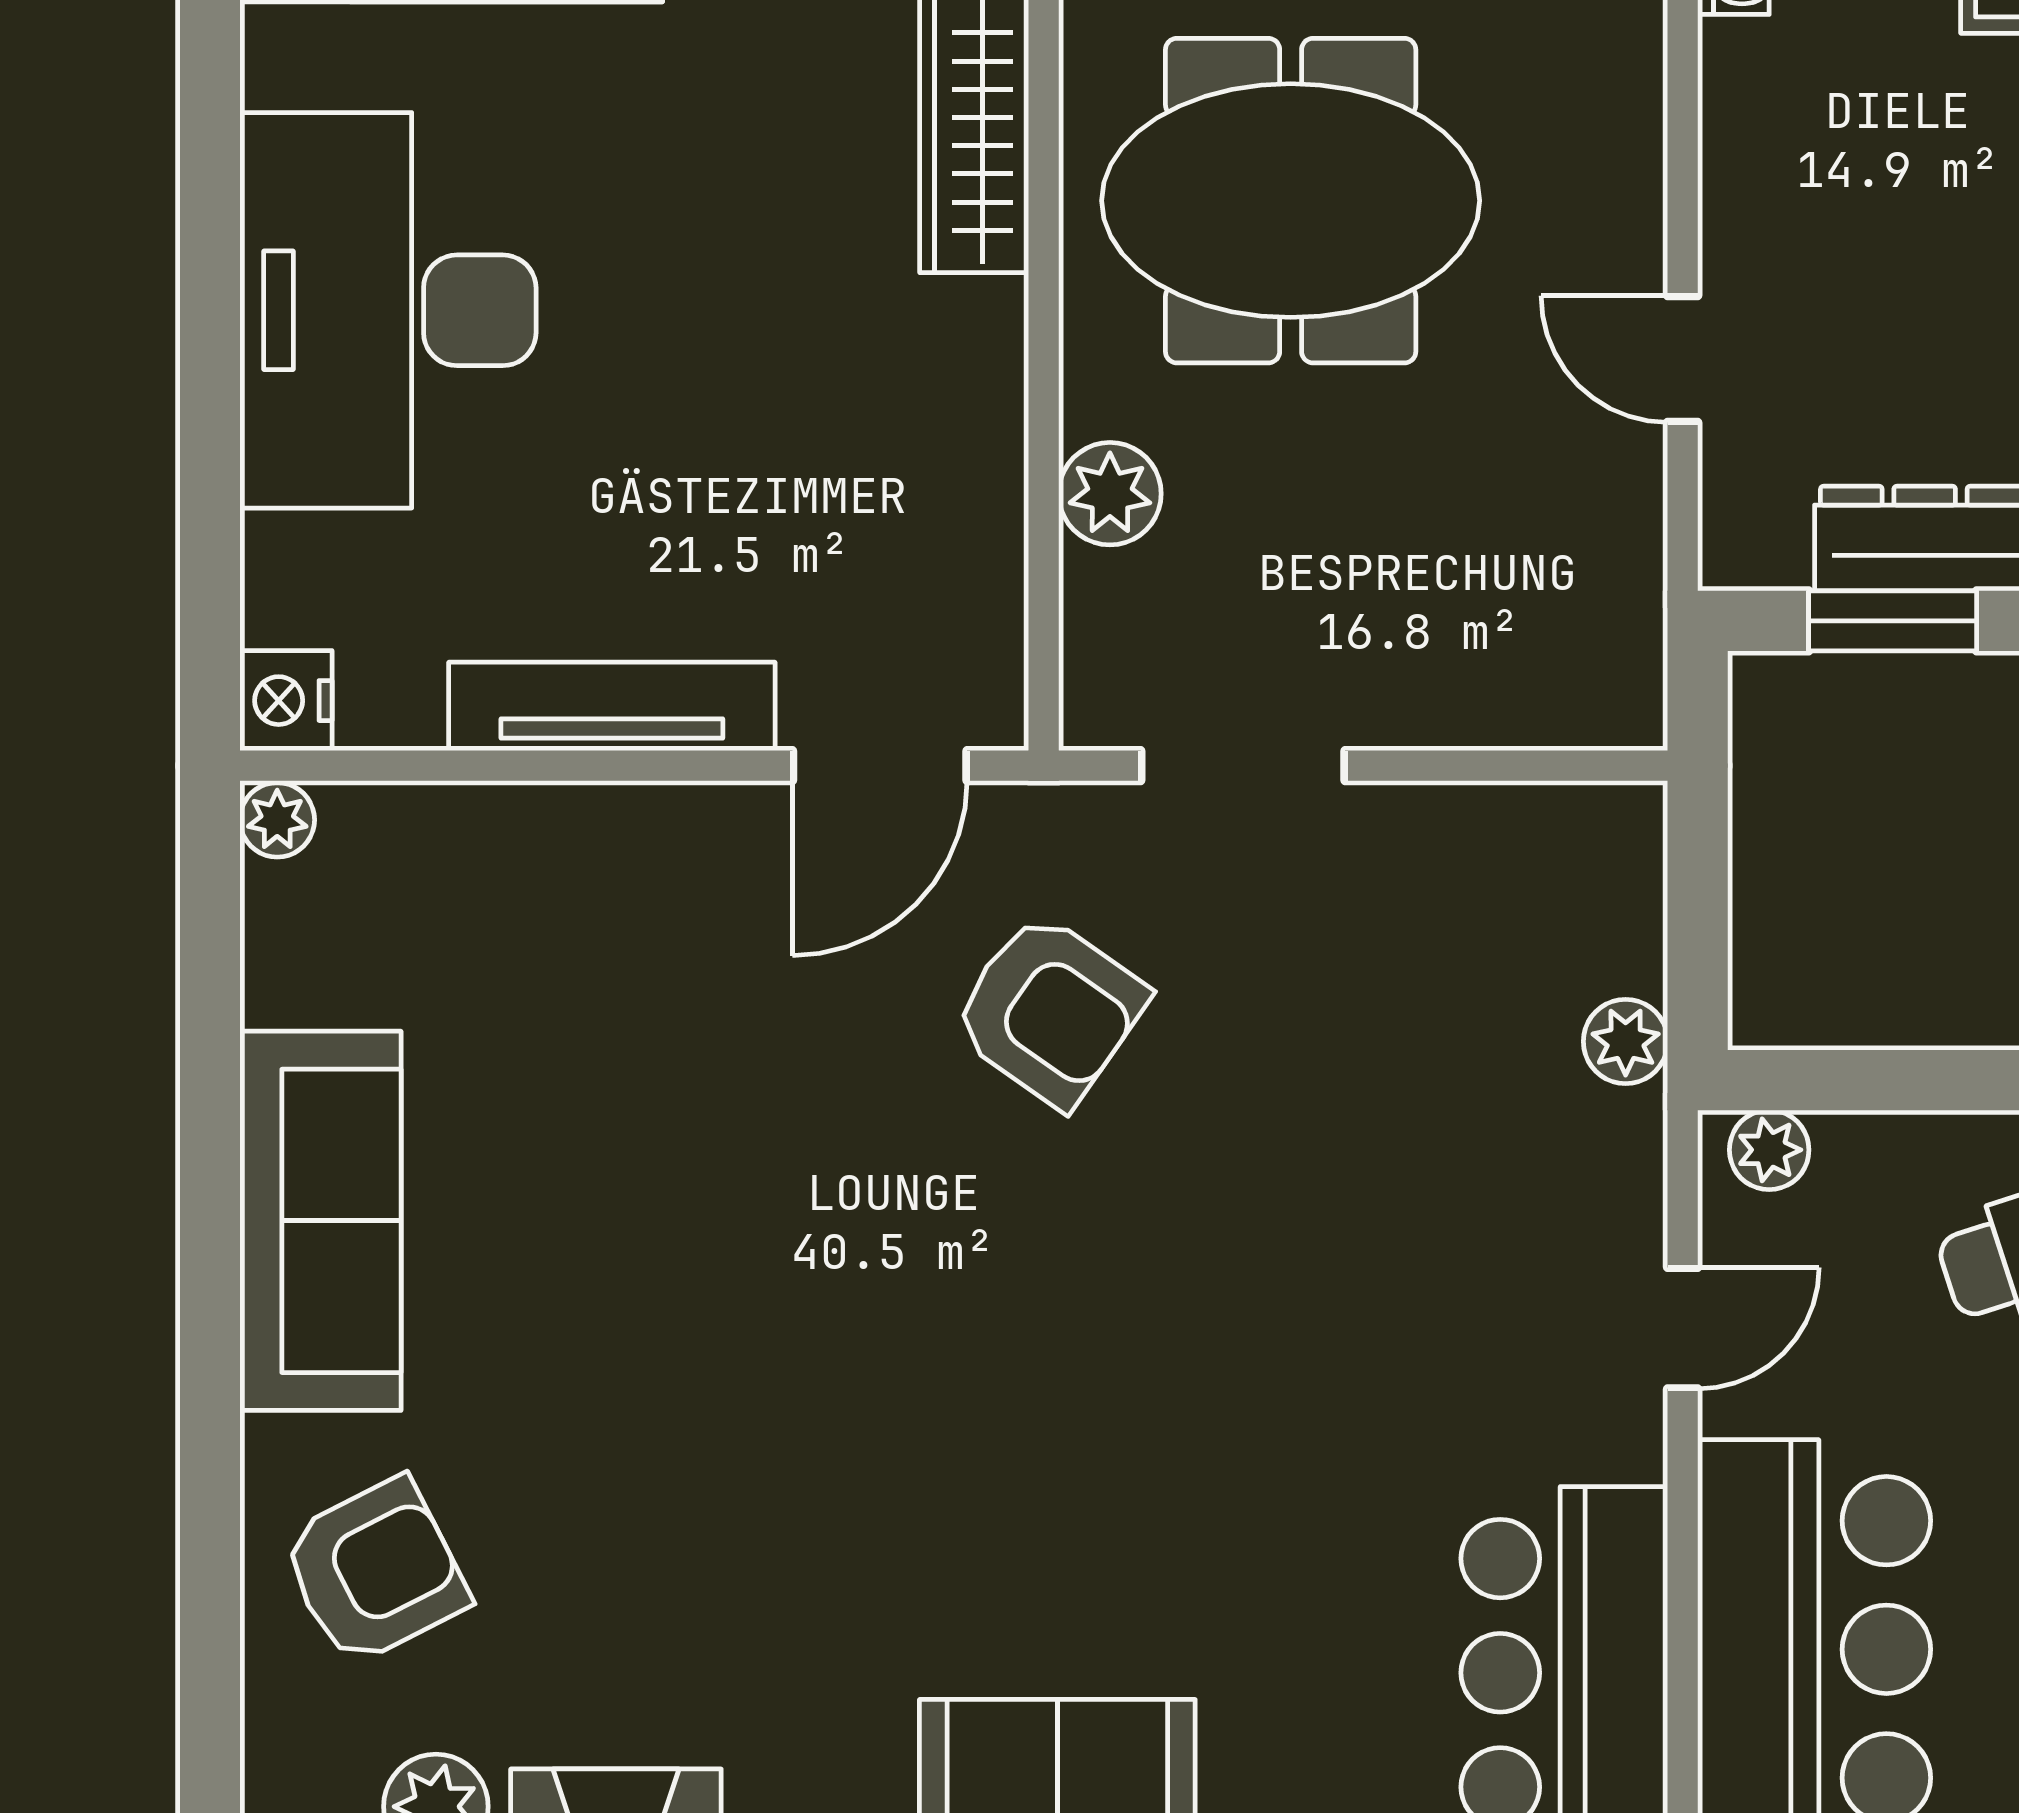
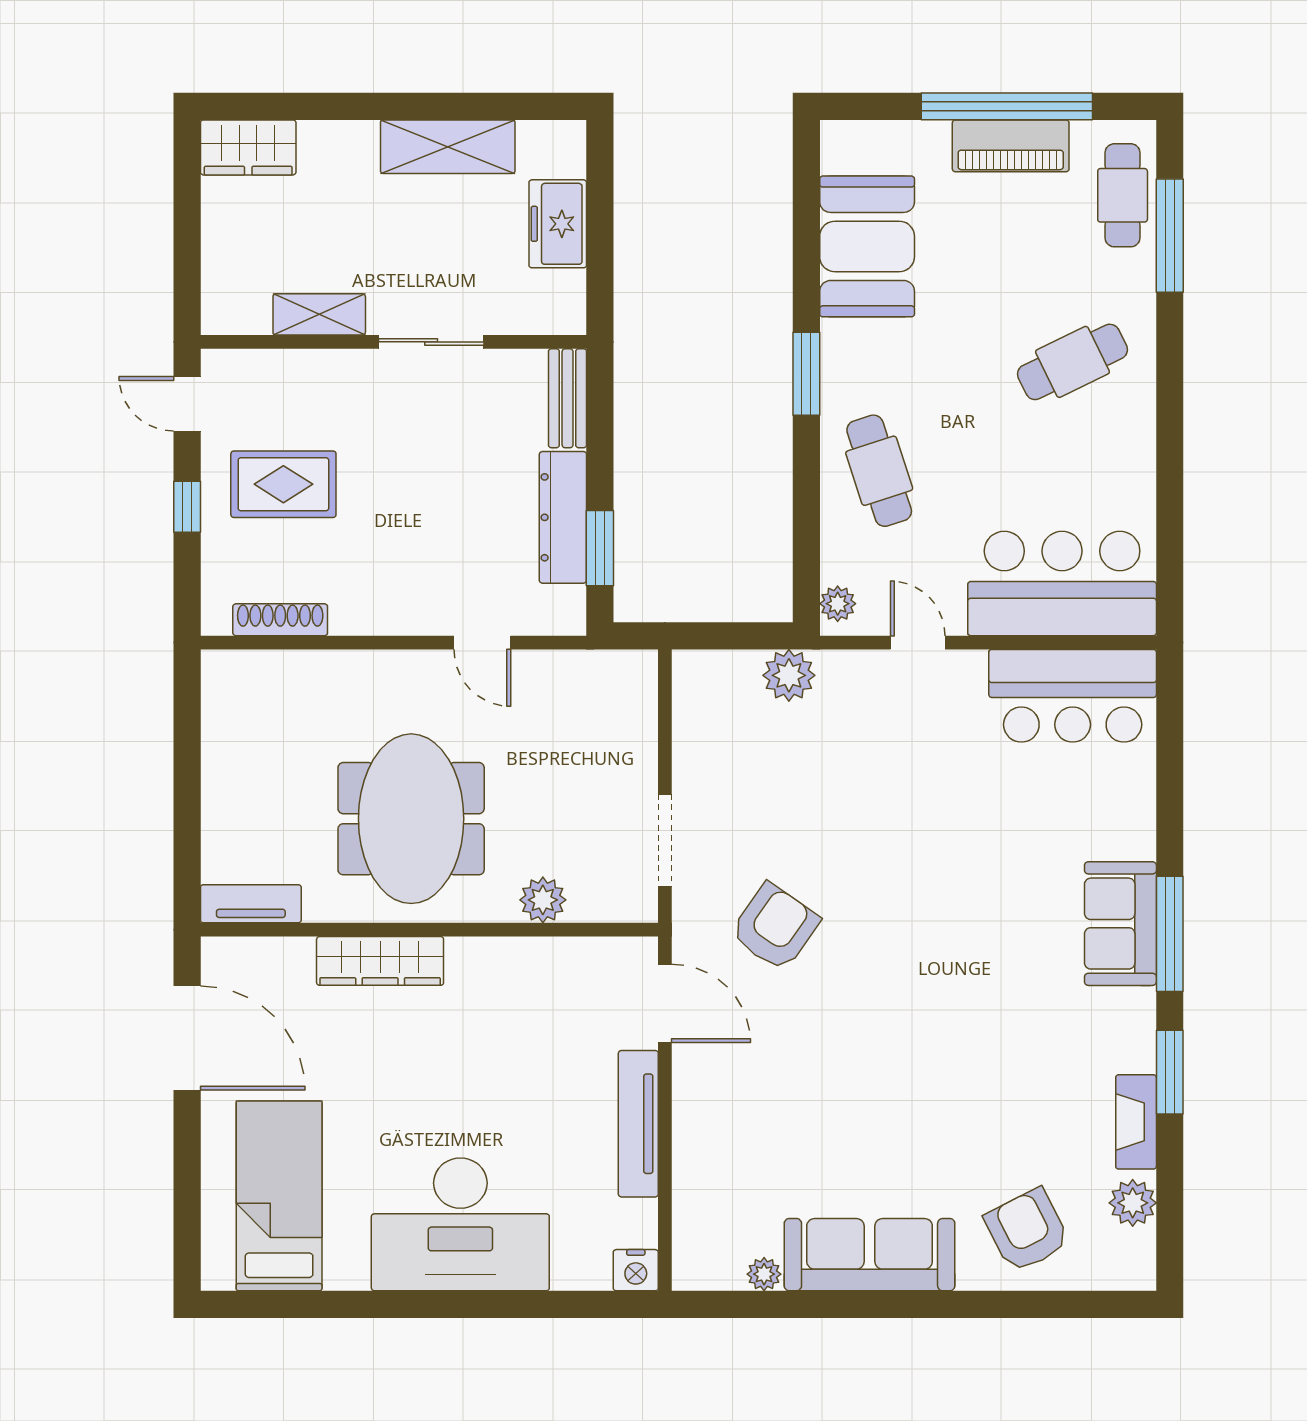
door: (1683, 359) -> (482, 643), hinge flipped
plant: (277, 820) -> (764, 1274), moved
plant: (1626, 1041) -> (789, 675), width x1.38, depth x1.38

